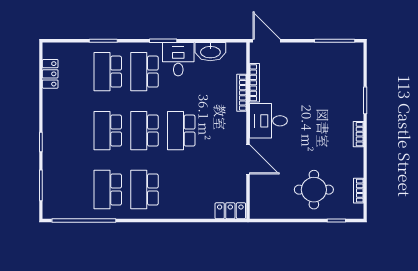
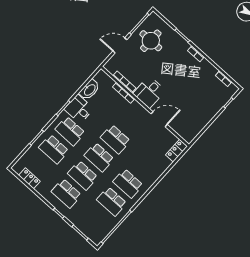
door: (266, 41) -> (120, 45), moved
school desk: (71, 131) -> (66, 193), added
round table: (314, 190) -> (151, 41), moved

